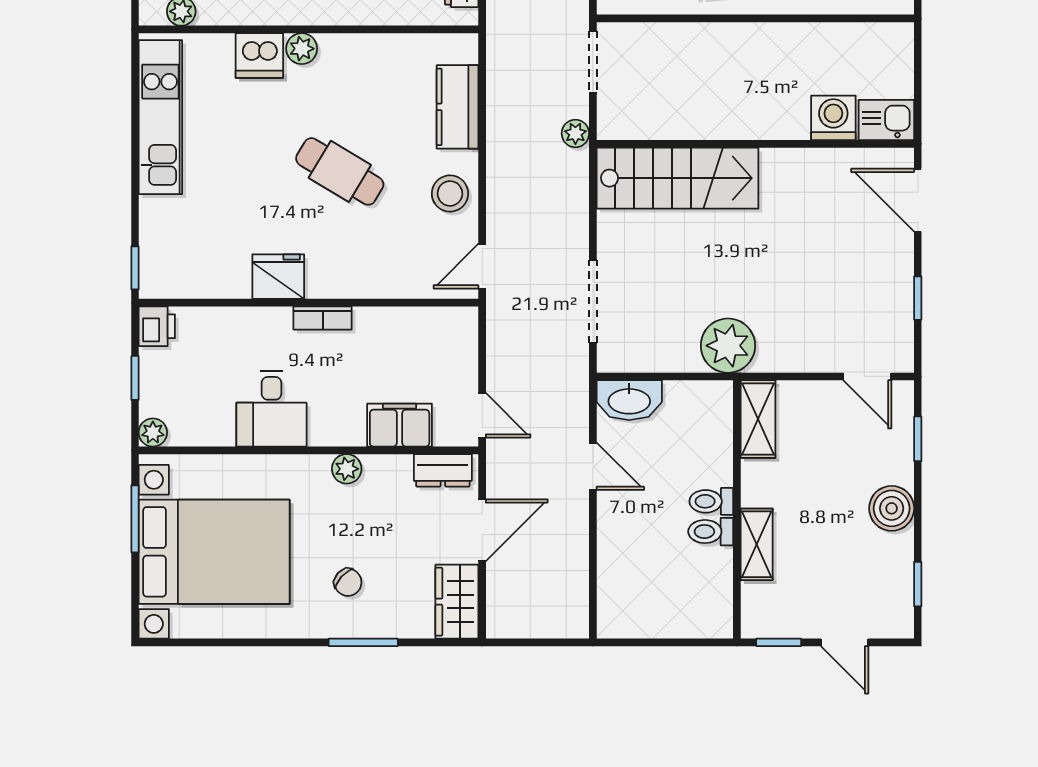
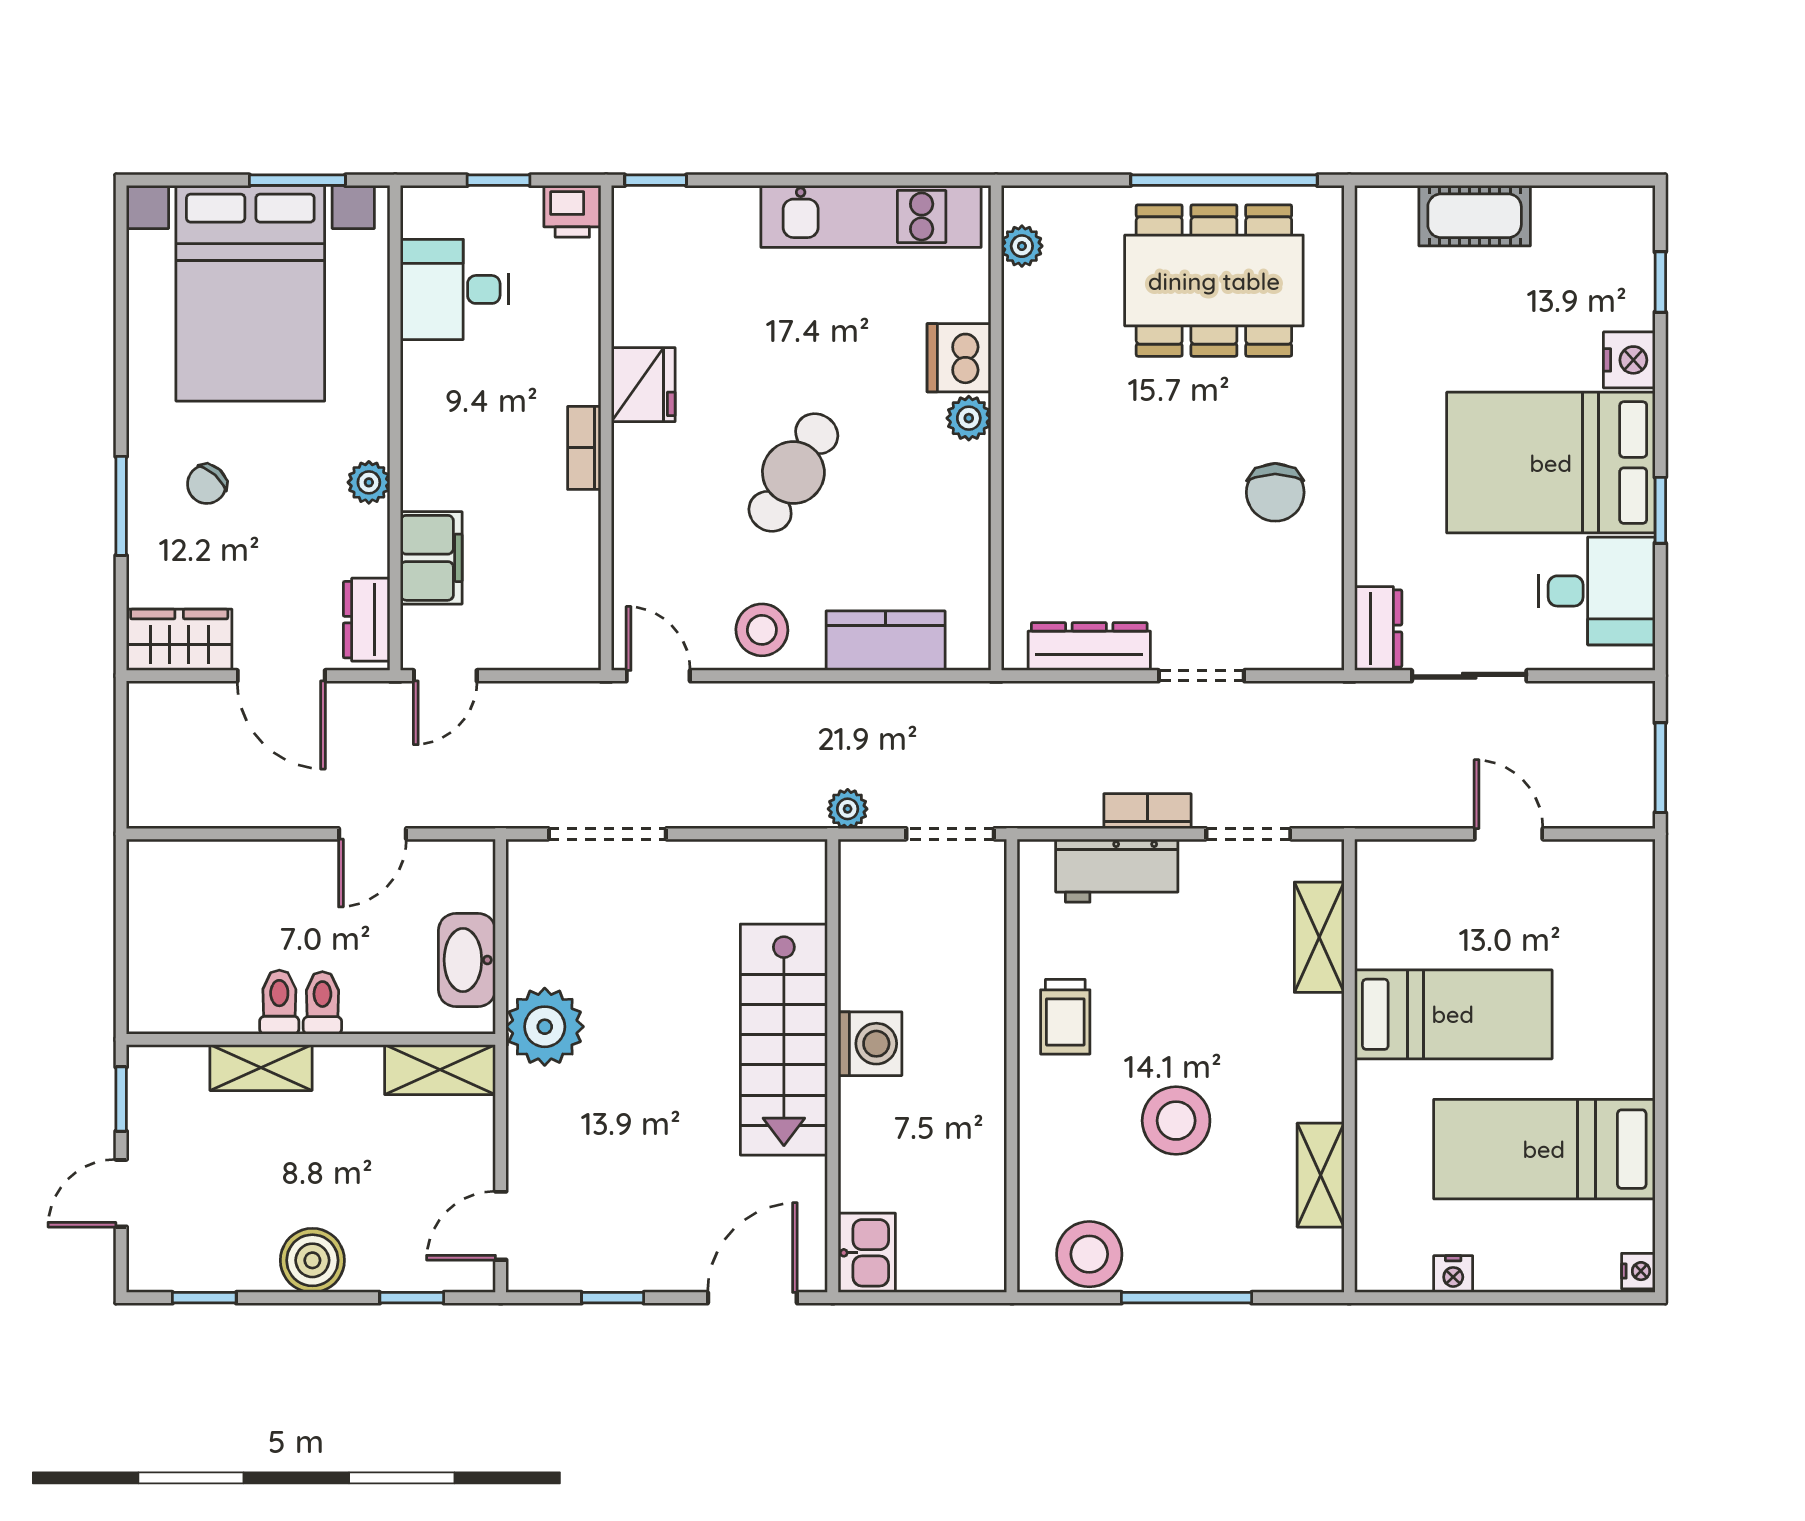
washing machine: (833, 118) -> (870, 1044), moved
stairs: (677, 178) -> (784, 1040), moved
washbasin: (629, 400) -> (467, 960), moved
desk: (271, 409) -> (455, 289), moved
plant: (153, 432) -> (421, 206), removed

